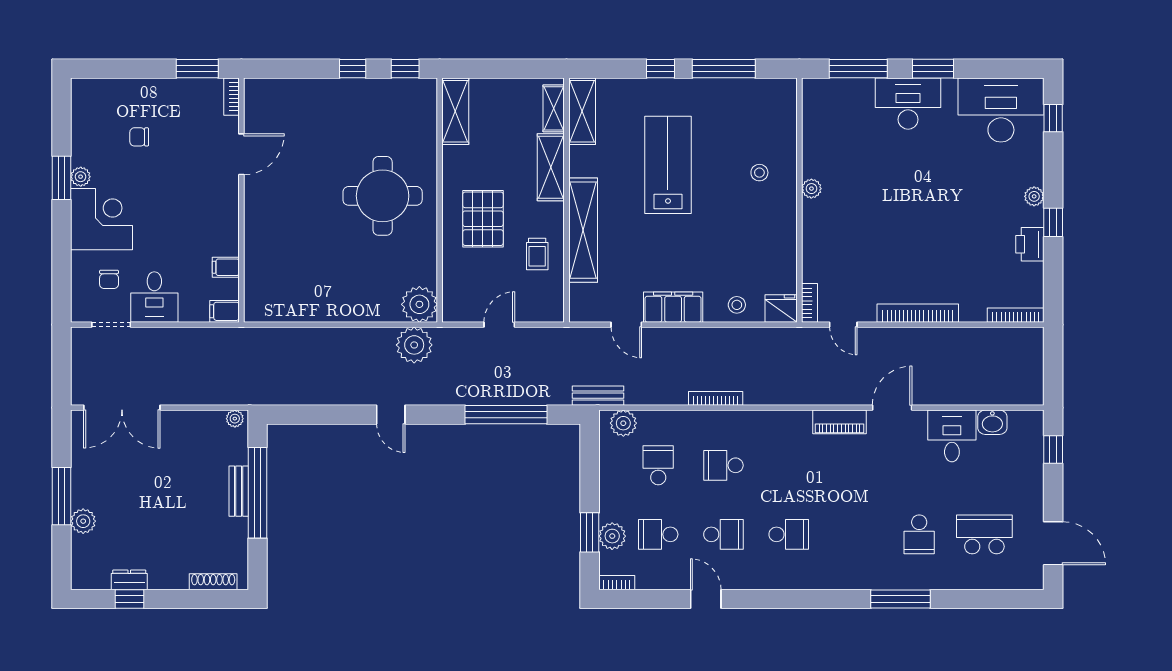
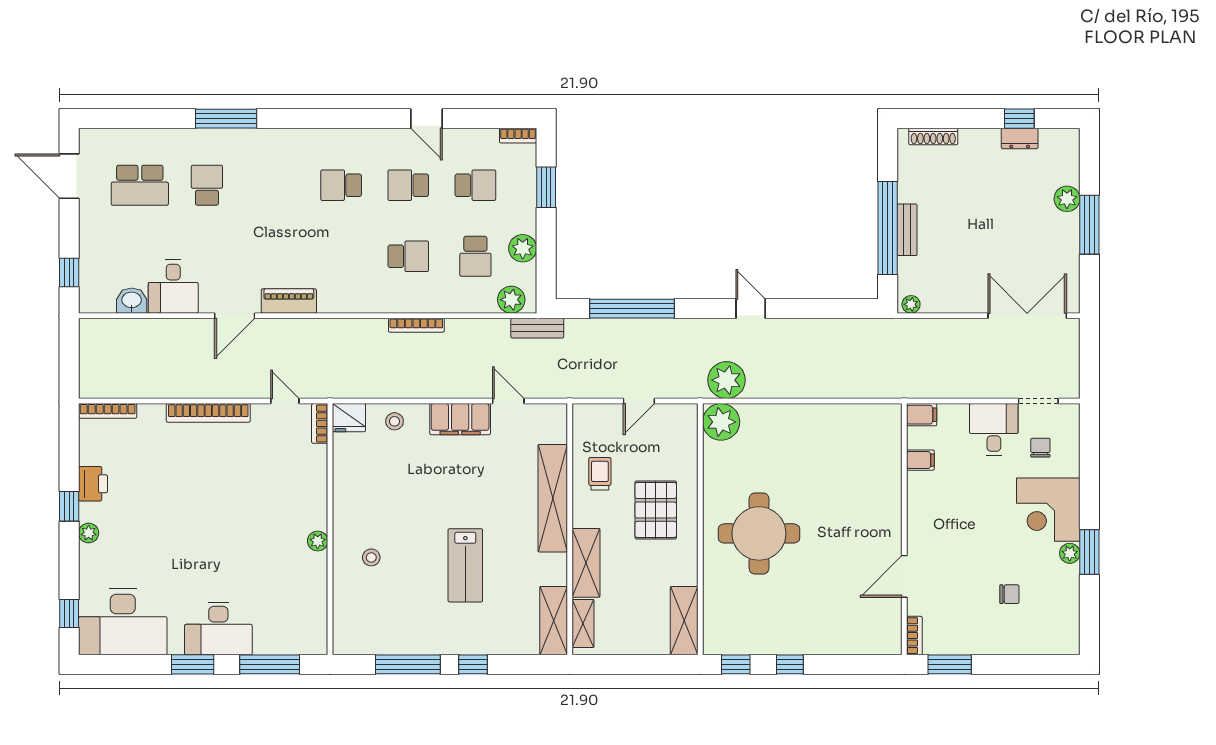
lab bench: (668, 165) -> (465, 565), width x0.73, depth x0.72
plant: (612, 536) -> (523, 248), moved

